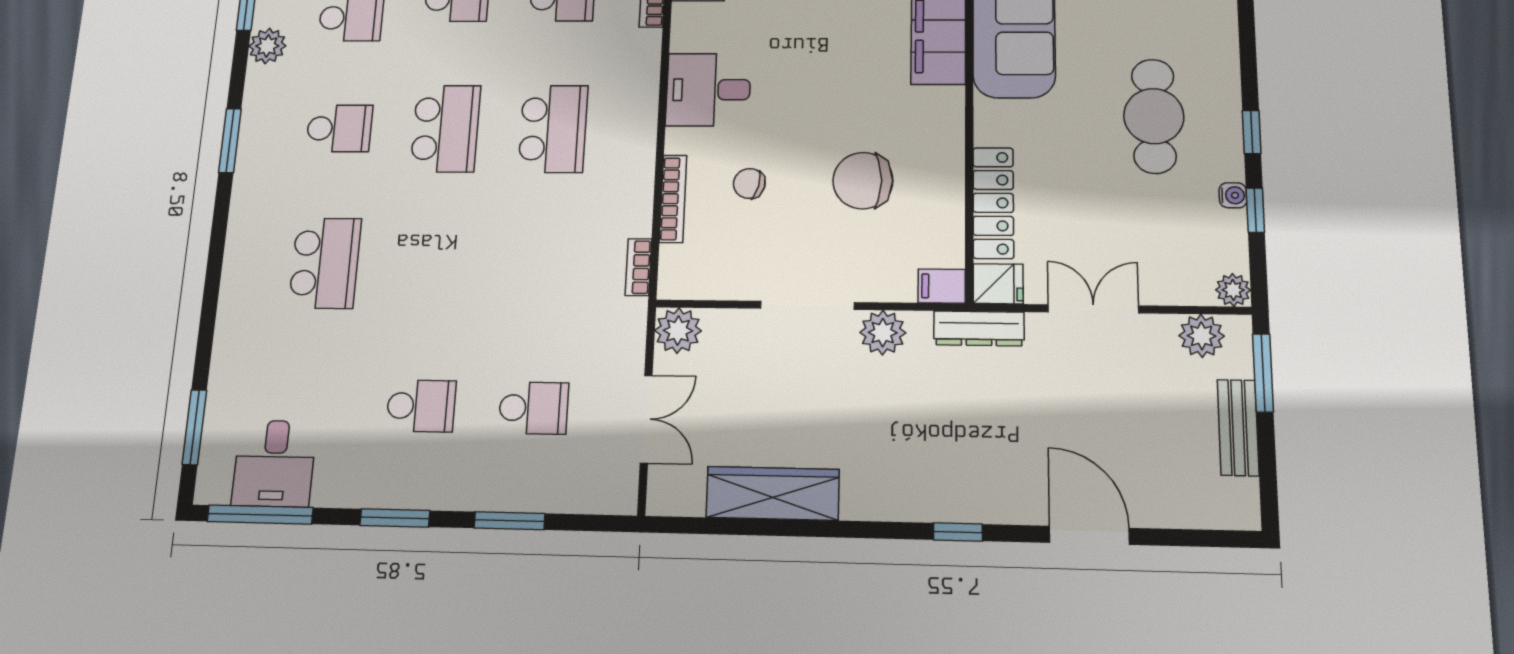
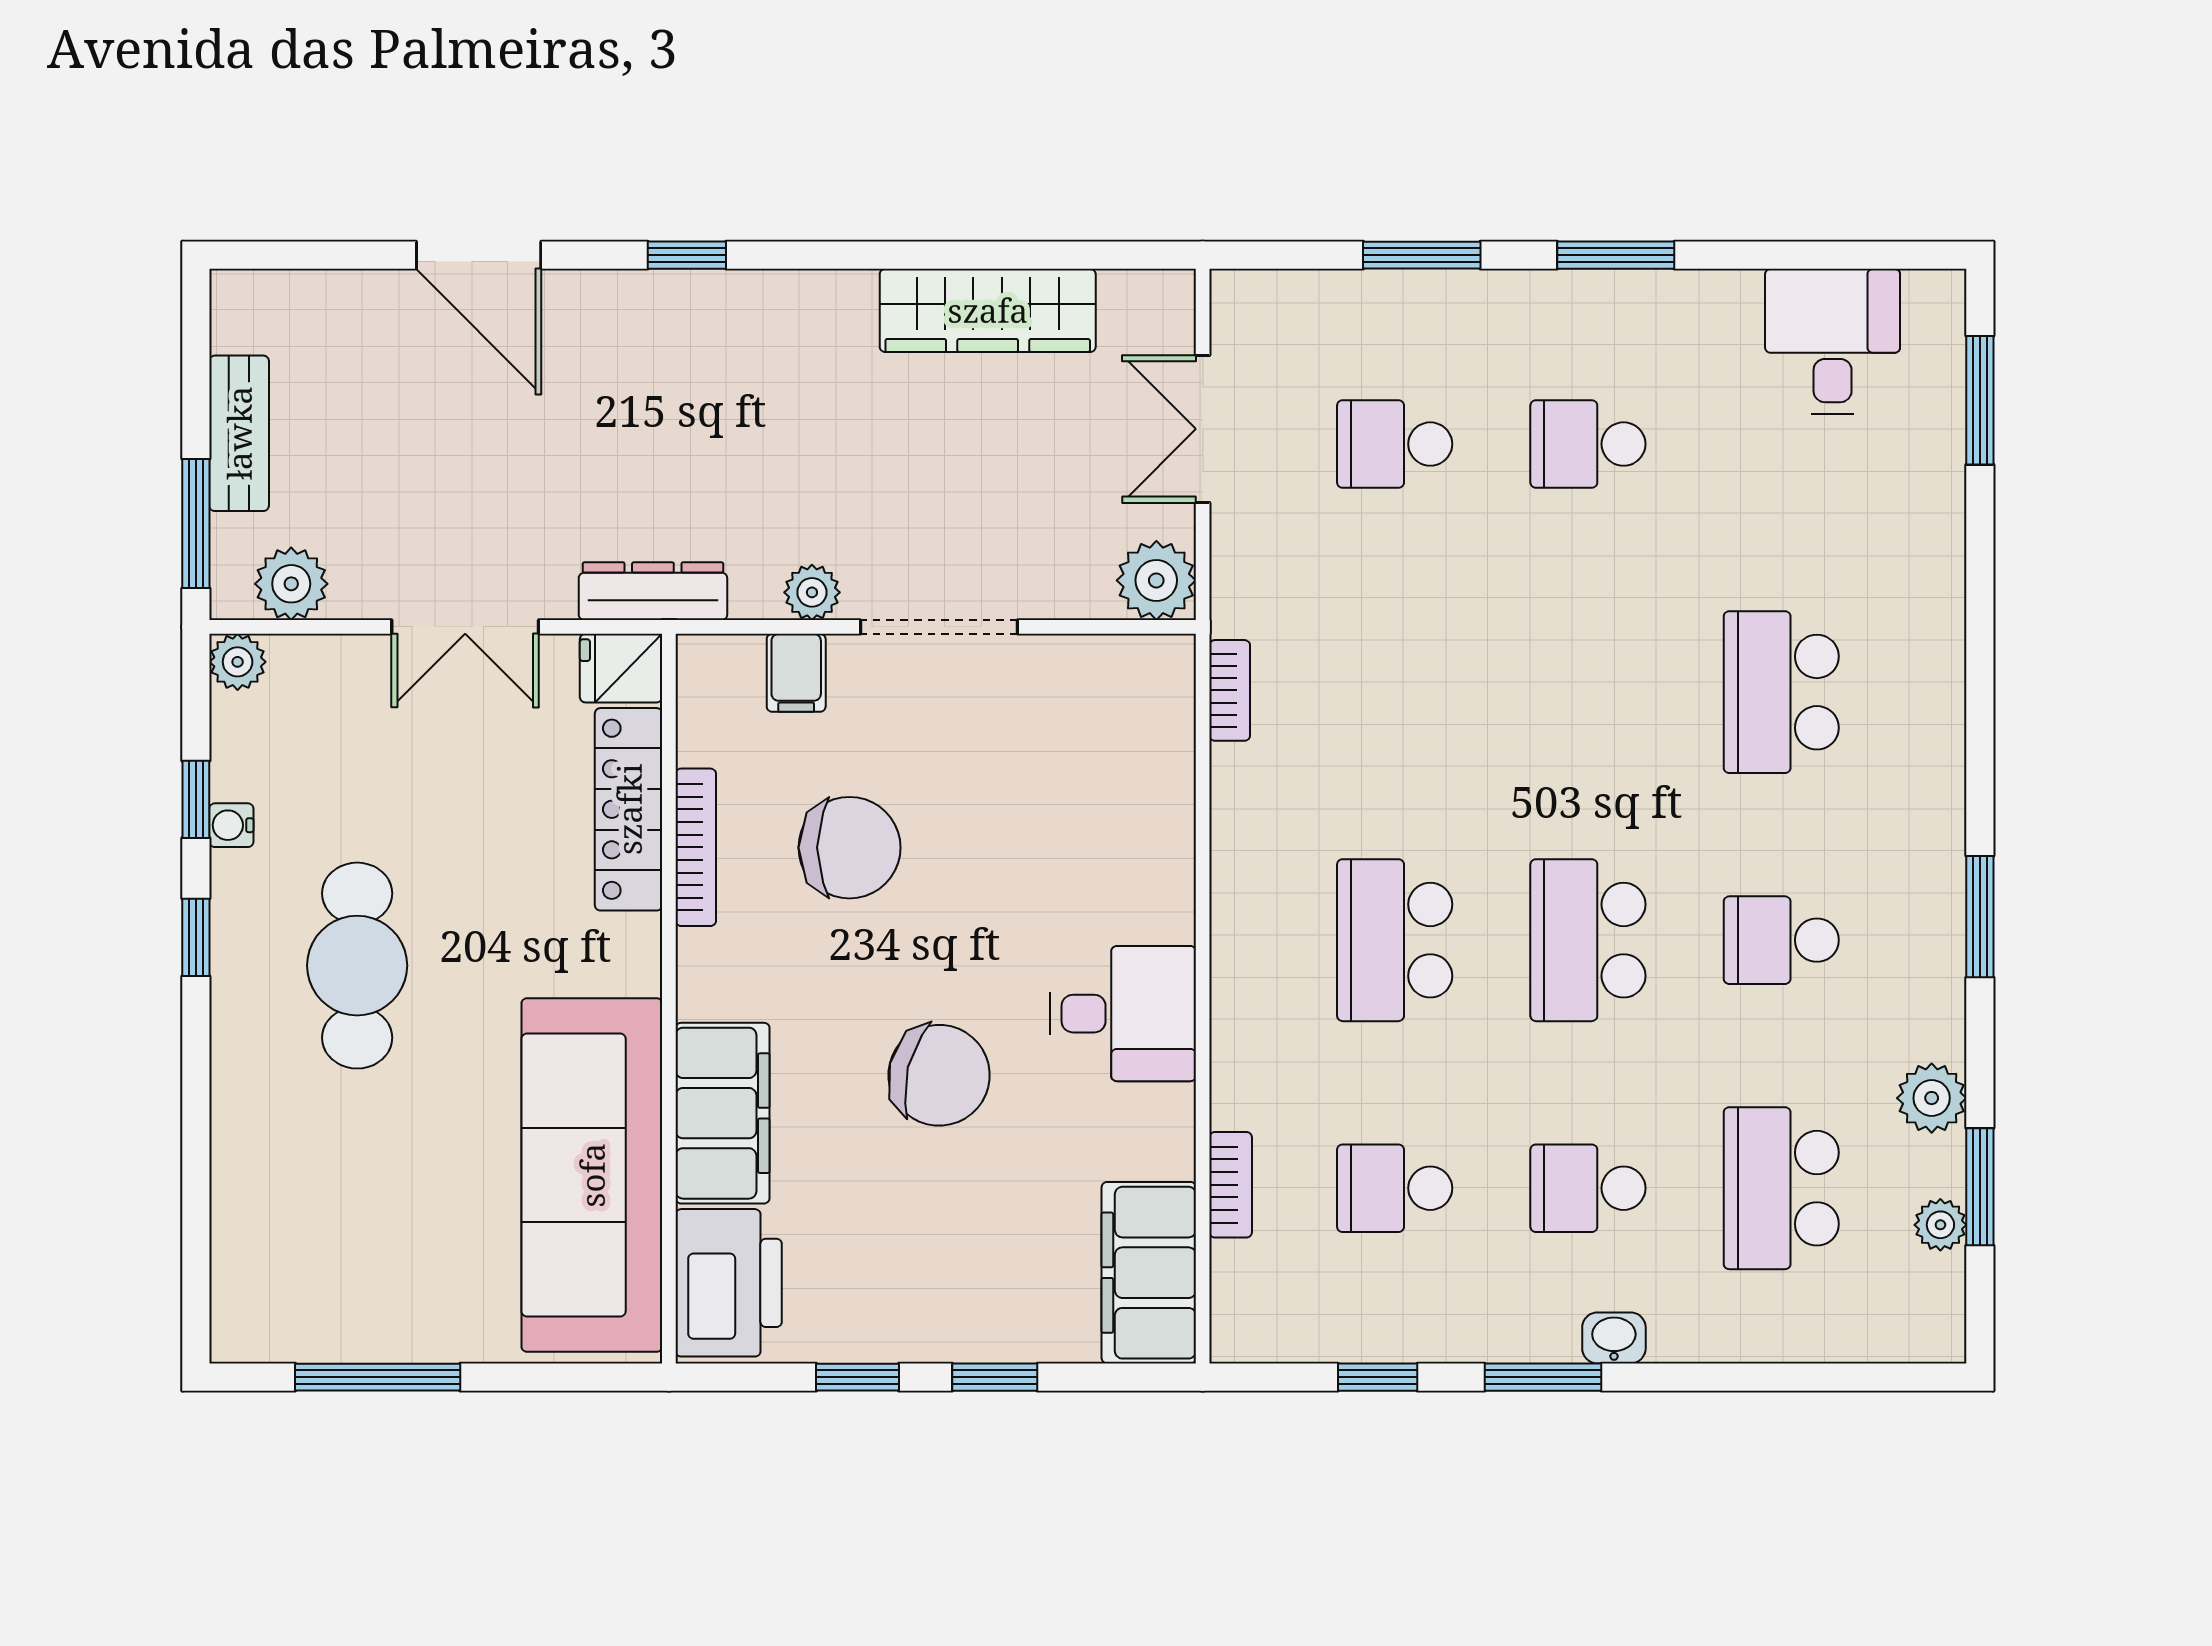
chair: (749, 183) -> (939, 1075), moved, width x1.87, depth x1.87
bookcase: (673, 199) -> (696, 847), moved, turned 180
filing cabinet: (942, 286) -> (796, 673), moved, turned 90
plant: (883, 333) -> (812, 592), width x0.73, depth x0.73
window: (260, 515) -> (1847, 255), removed

